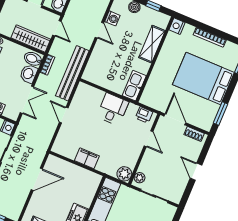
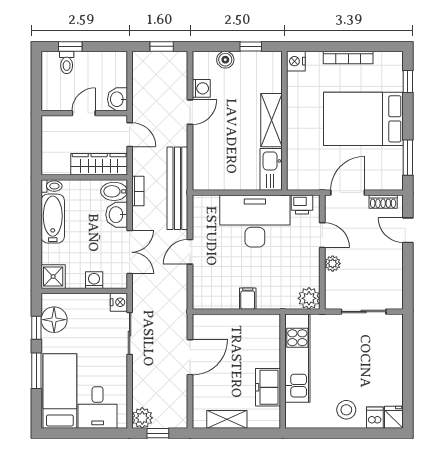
door: (99, 30) -> (190, 112), hinge flipped
shelving: (152, 44) -> (272, 120), moved
desk: (113, 109) -> (255, 221), width x1.87, depth x1.30
door: (64, 115) -> (190, 252), hinge flipped
door: (175, 119) -> (348, 193), hinge flipped
filing cabinet: (87, 158) -> (248, 299), width x0.50
door: (196, 172) -> (408, 230), moved
plant: (140, 178) -> (333, 264), moved

